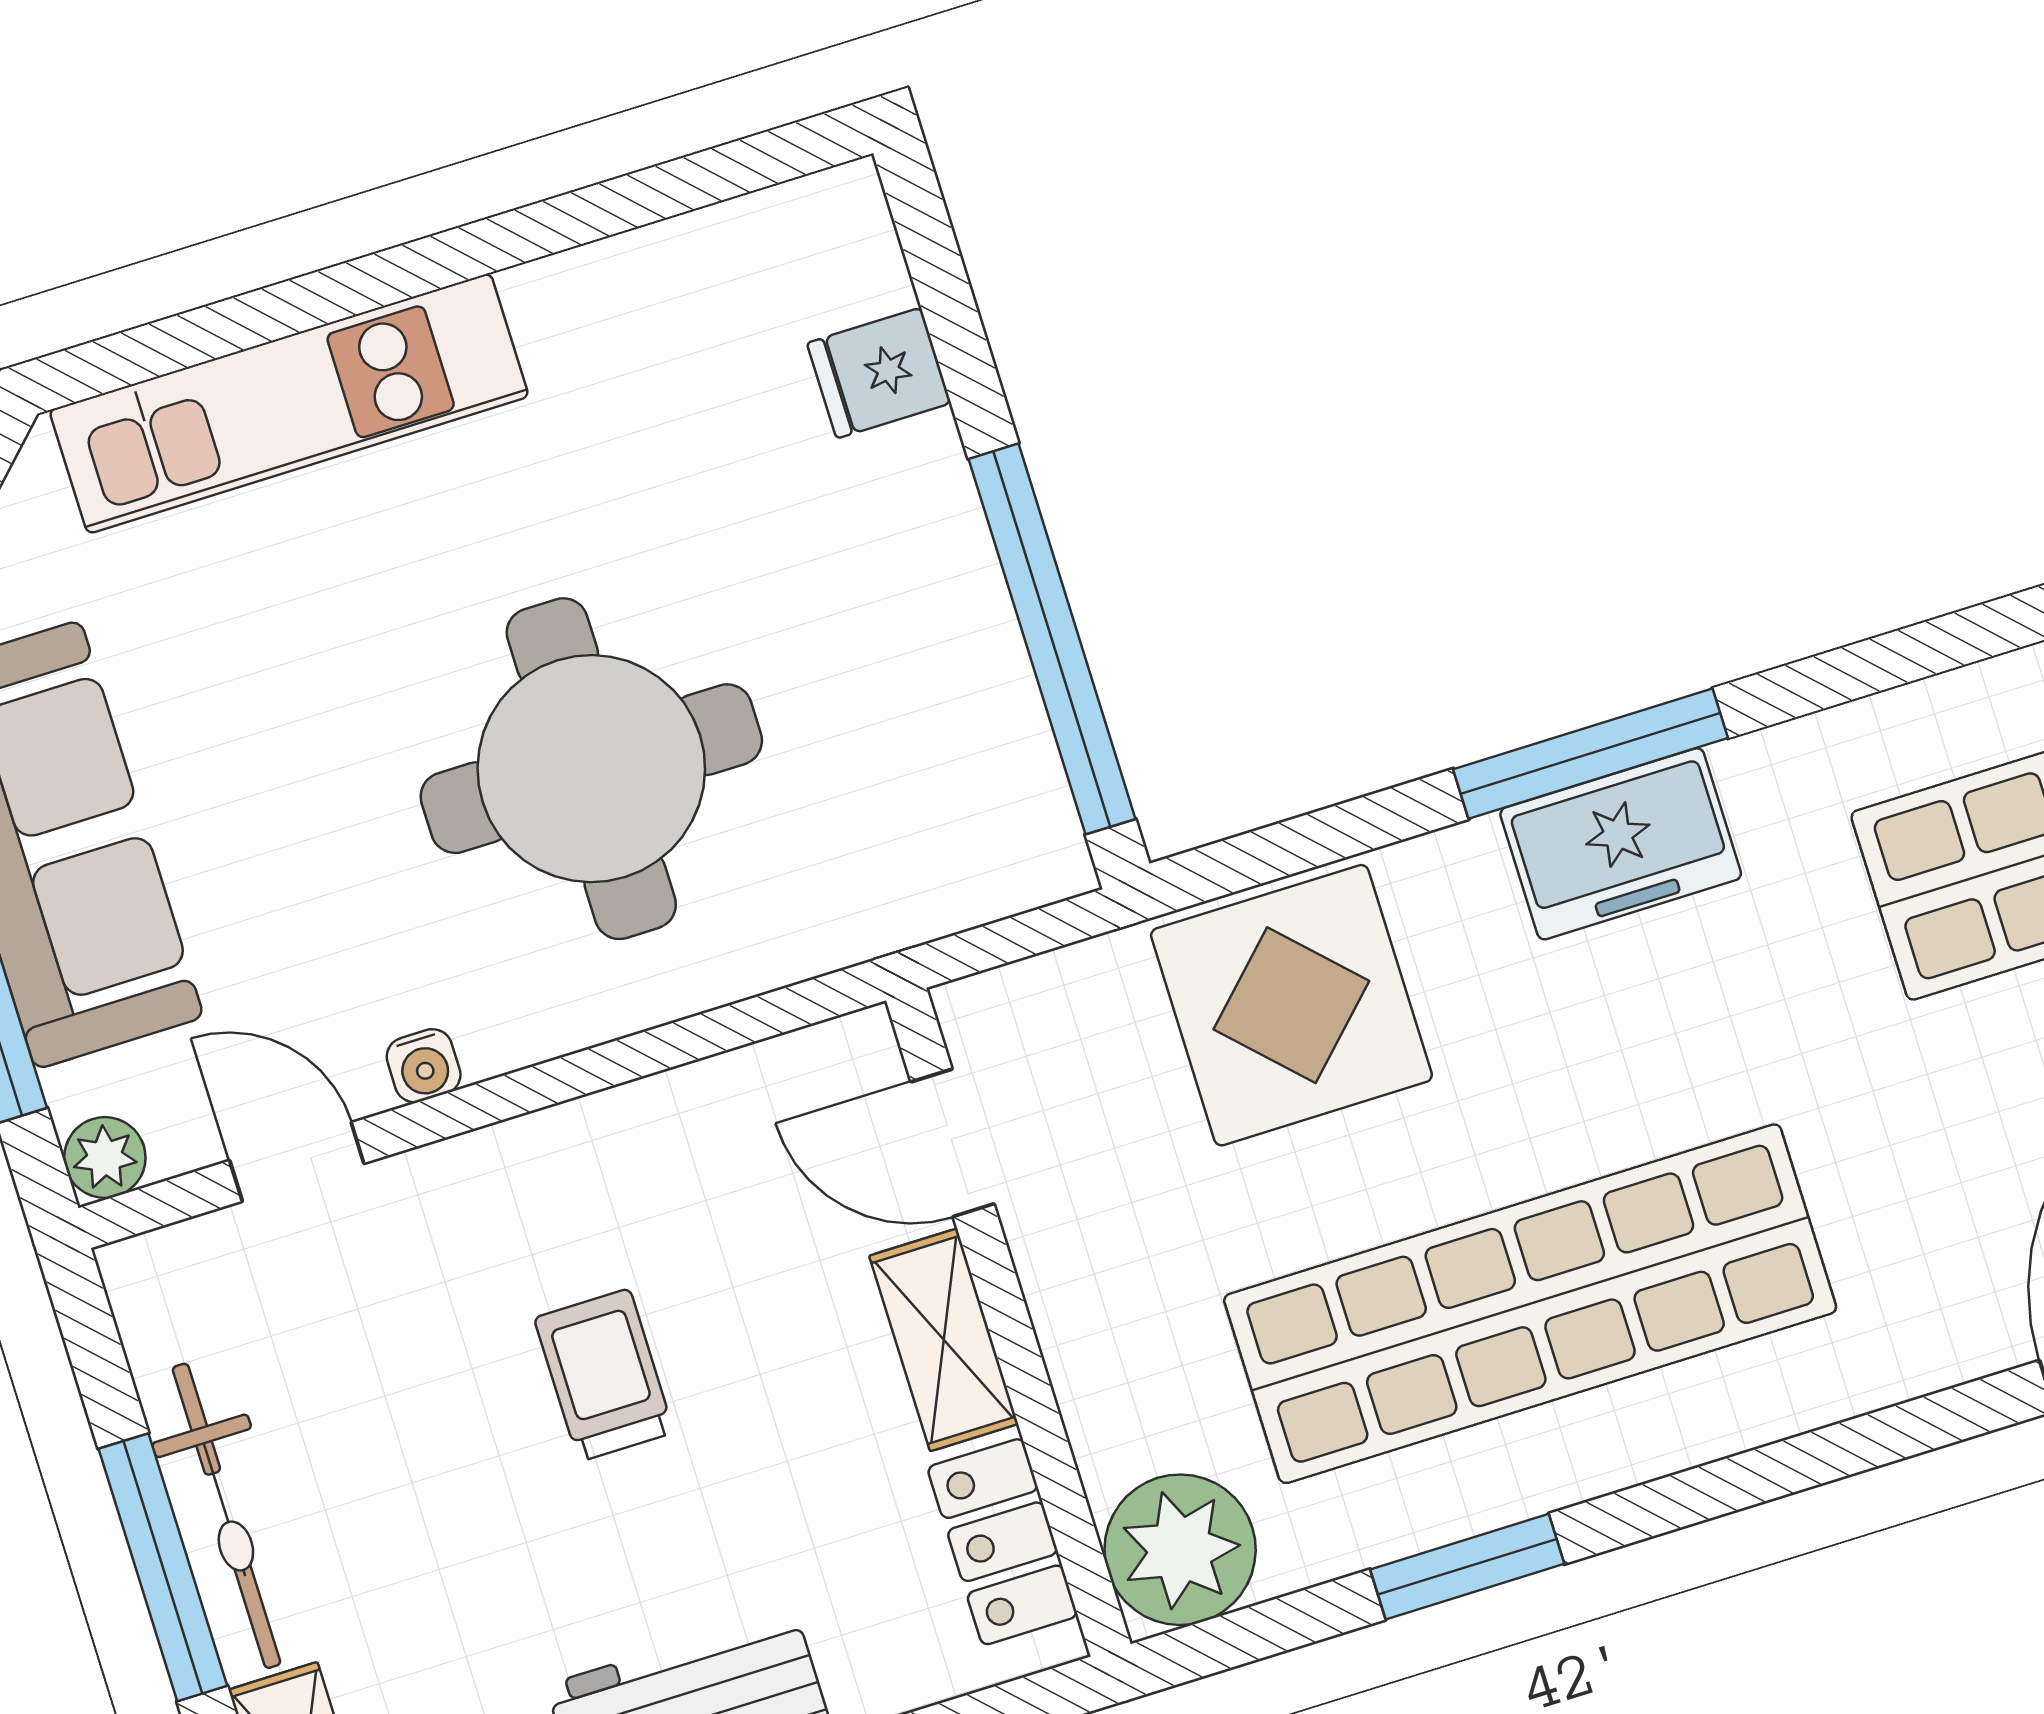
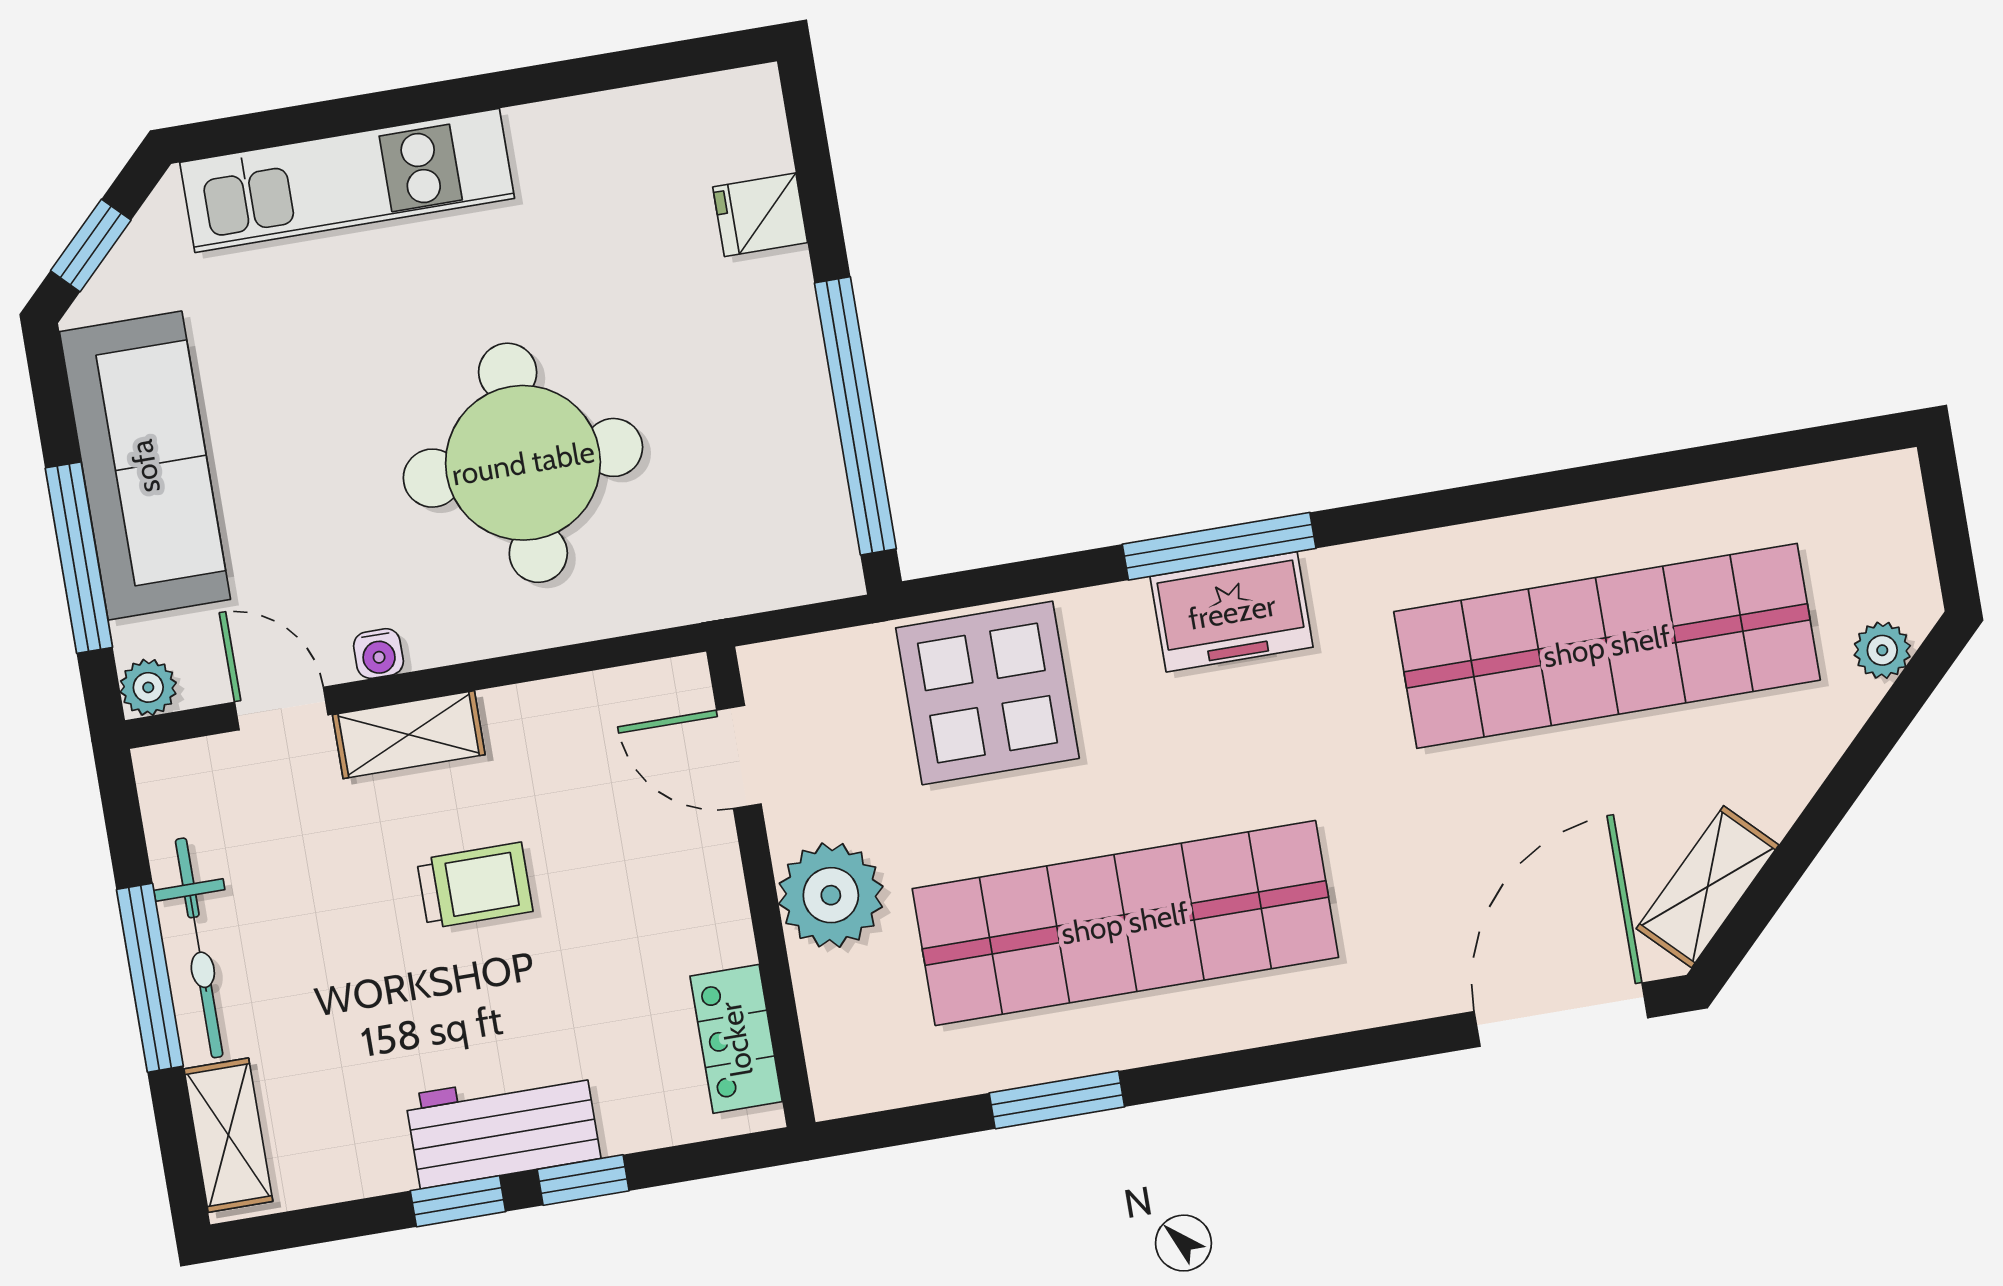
shelving: (944, 1340) -> (409, 735), moved, turned 90
trolley: (604, 1375) -> (475, 886), turned 90
plant: (1180, 1550) -> (831, 895), moved

